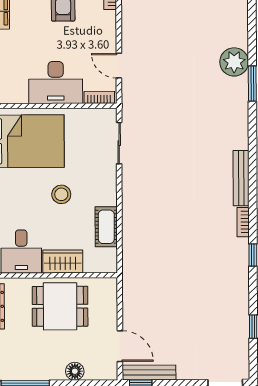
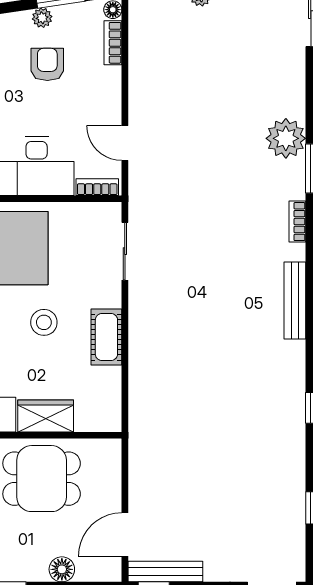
bookcase: (243, 222) -> (297, 222), moved
cot: (106, 227) -> (106, 337), moved
door: (120, 346) -> (125, 534), swing flipped

